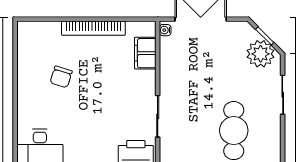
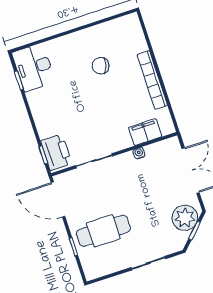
water cooler: (165, 30) -> (139, 153), moved
plant: (261, 54) -> (185, 218), moved

